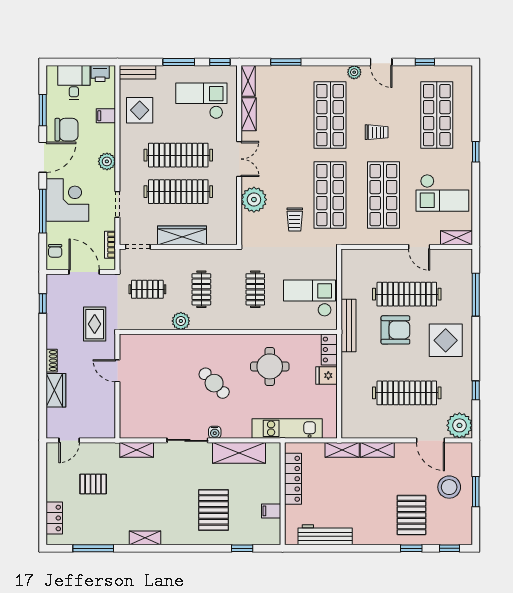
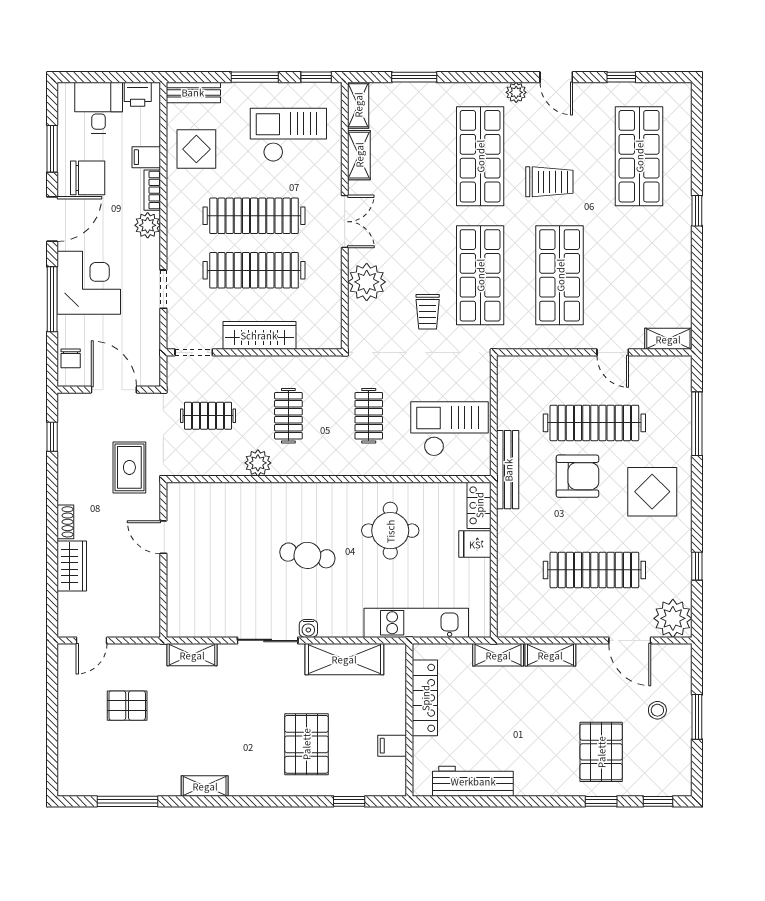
trolley: (377, 132) -> (549, 182), width x1.36, depth x1.39
checkout: (442, 193) -> (647, 272), removed
bookcase: (110, 245) -> (152, 190), moved
cafe table: (214, 383) -> (307, 555), turned -36
stool: (449, 487) -> (657, 710), width x0.53, depth x0.53
locker: (54, 518) -> (69, 756), removed

